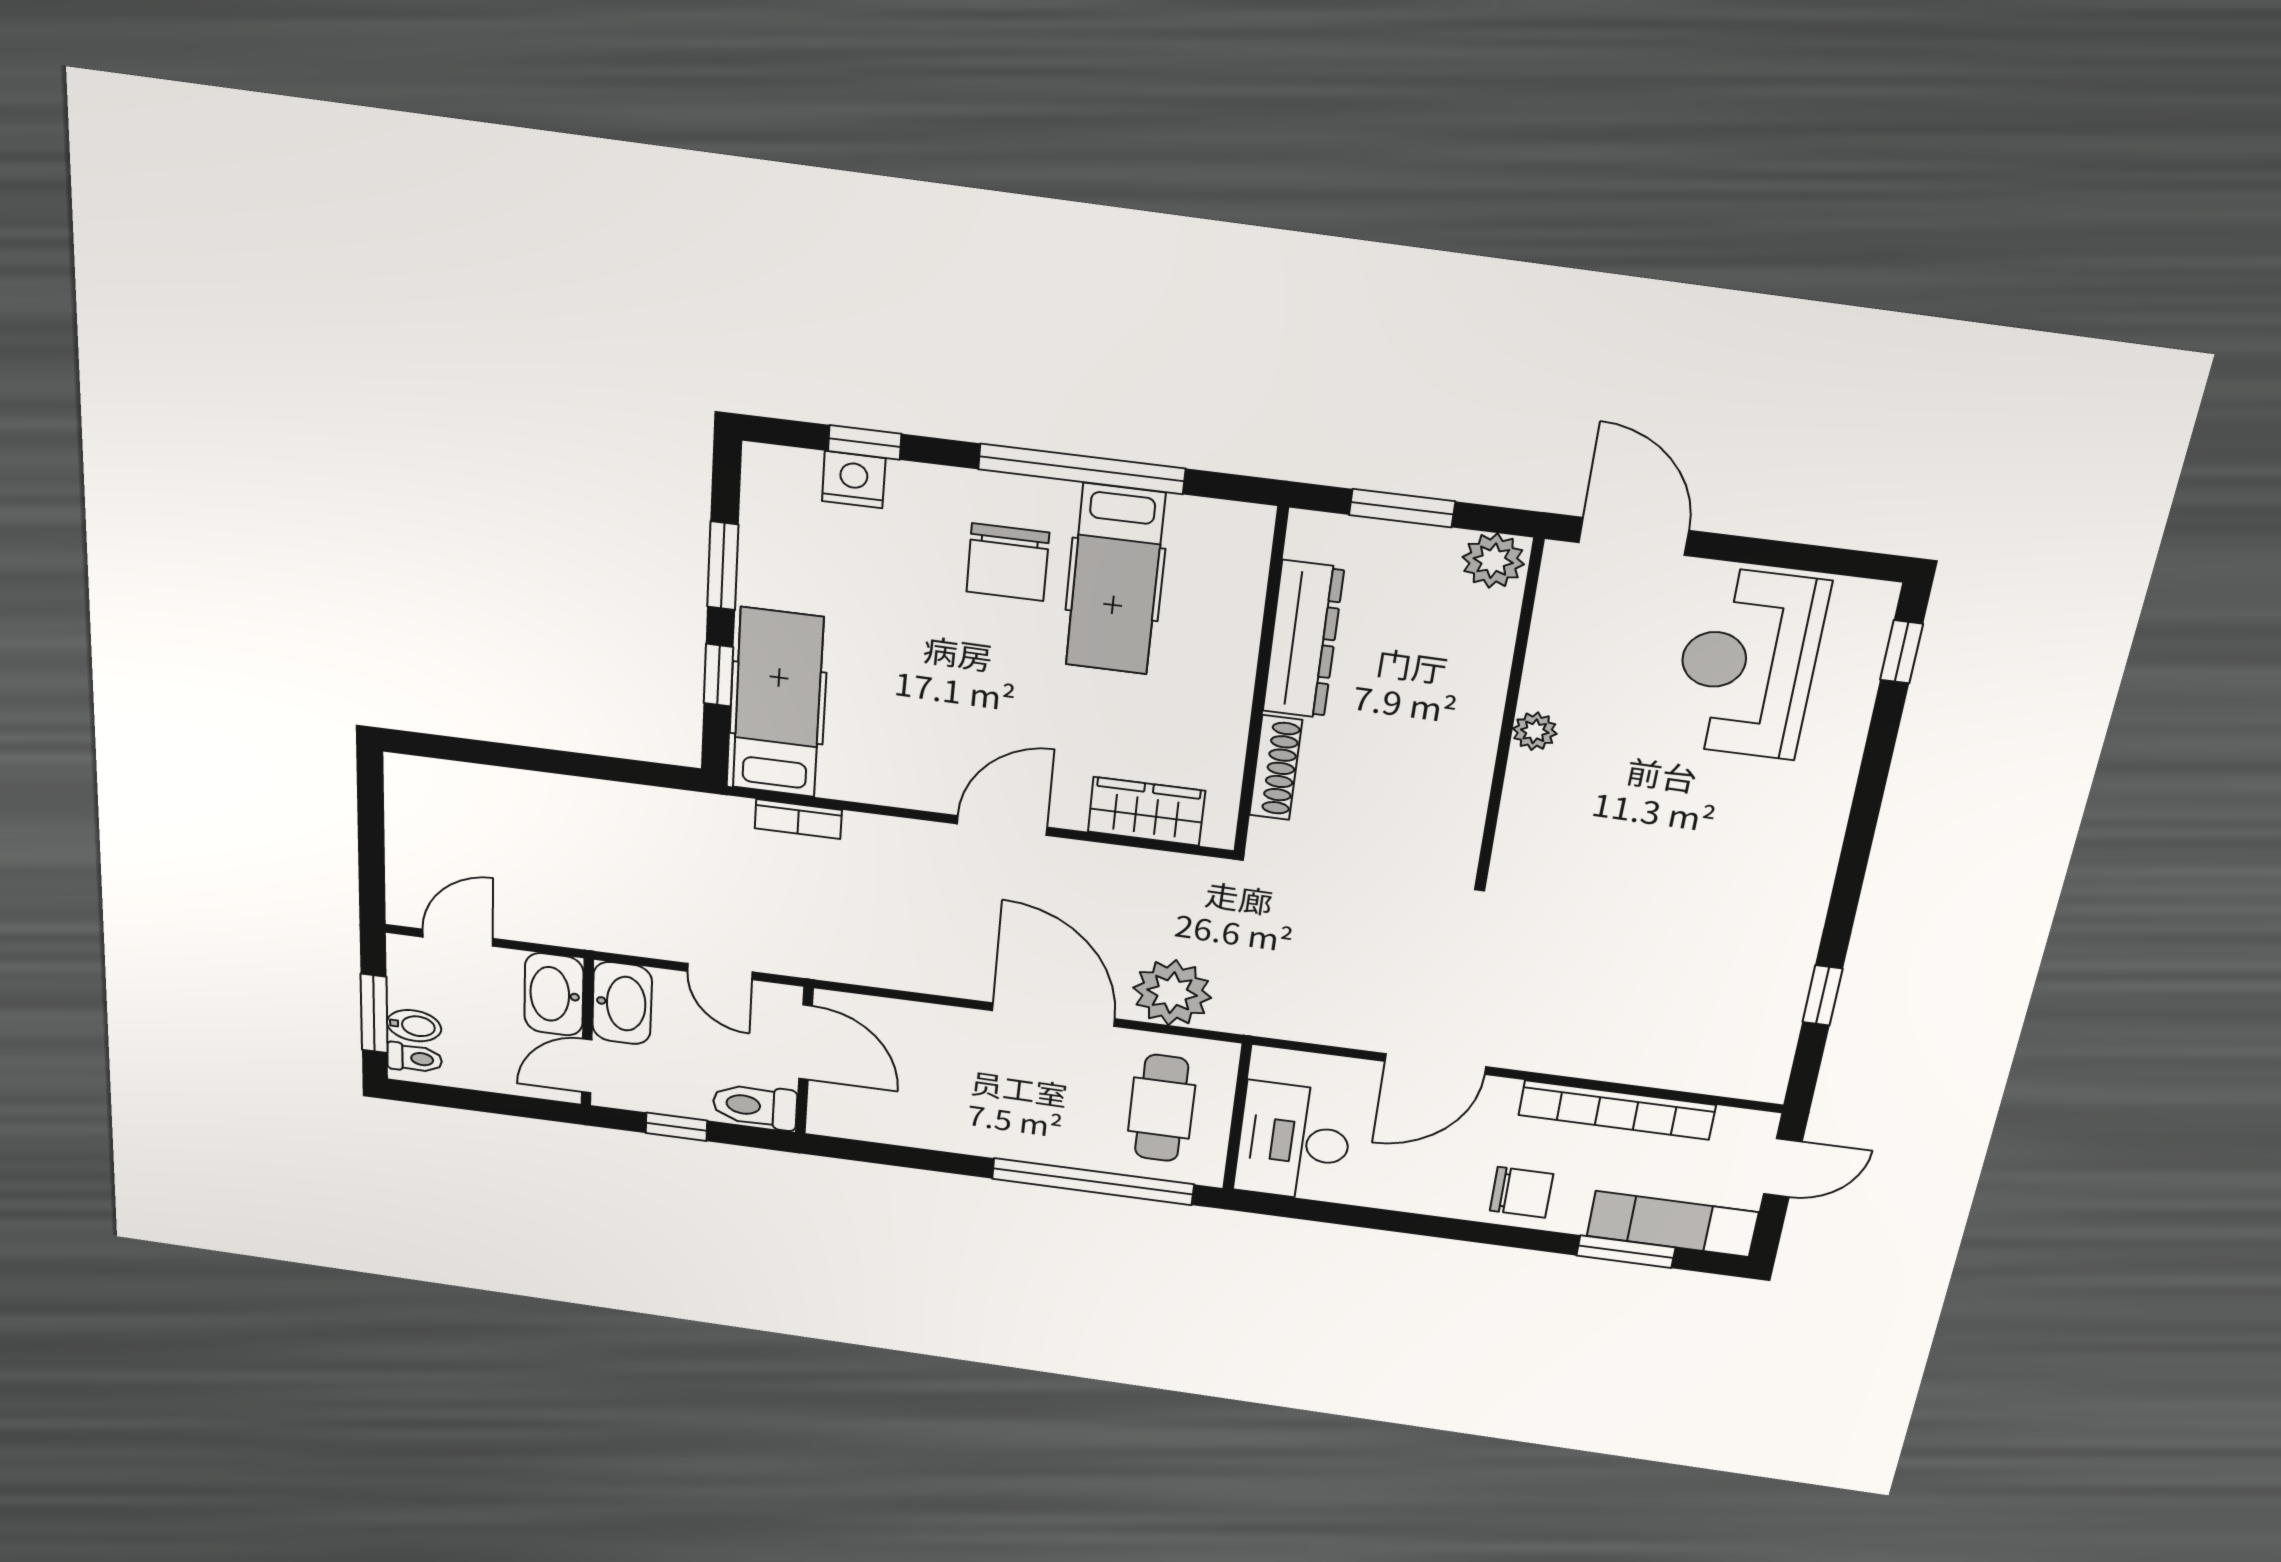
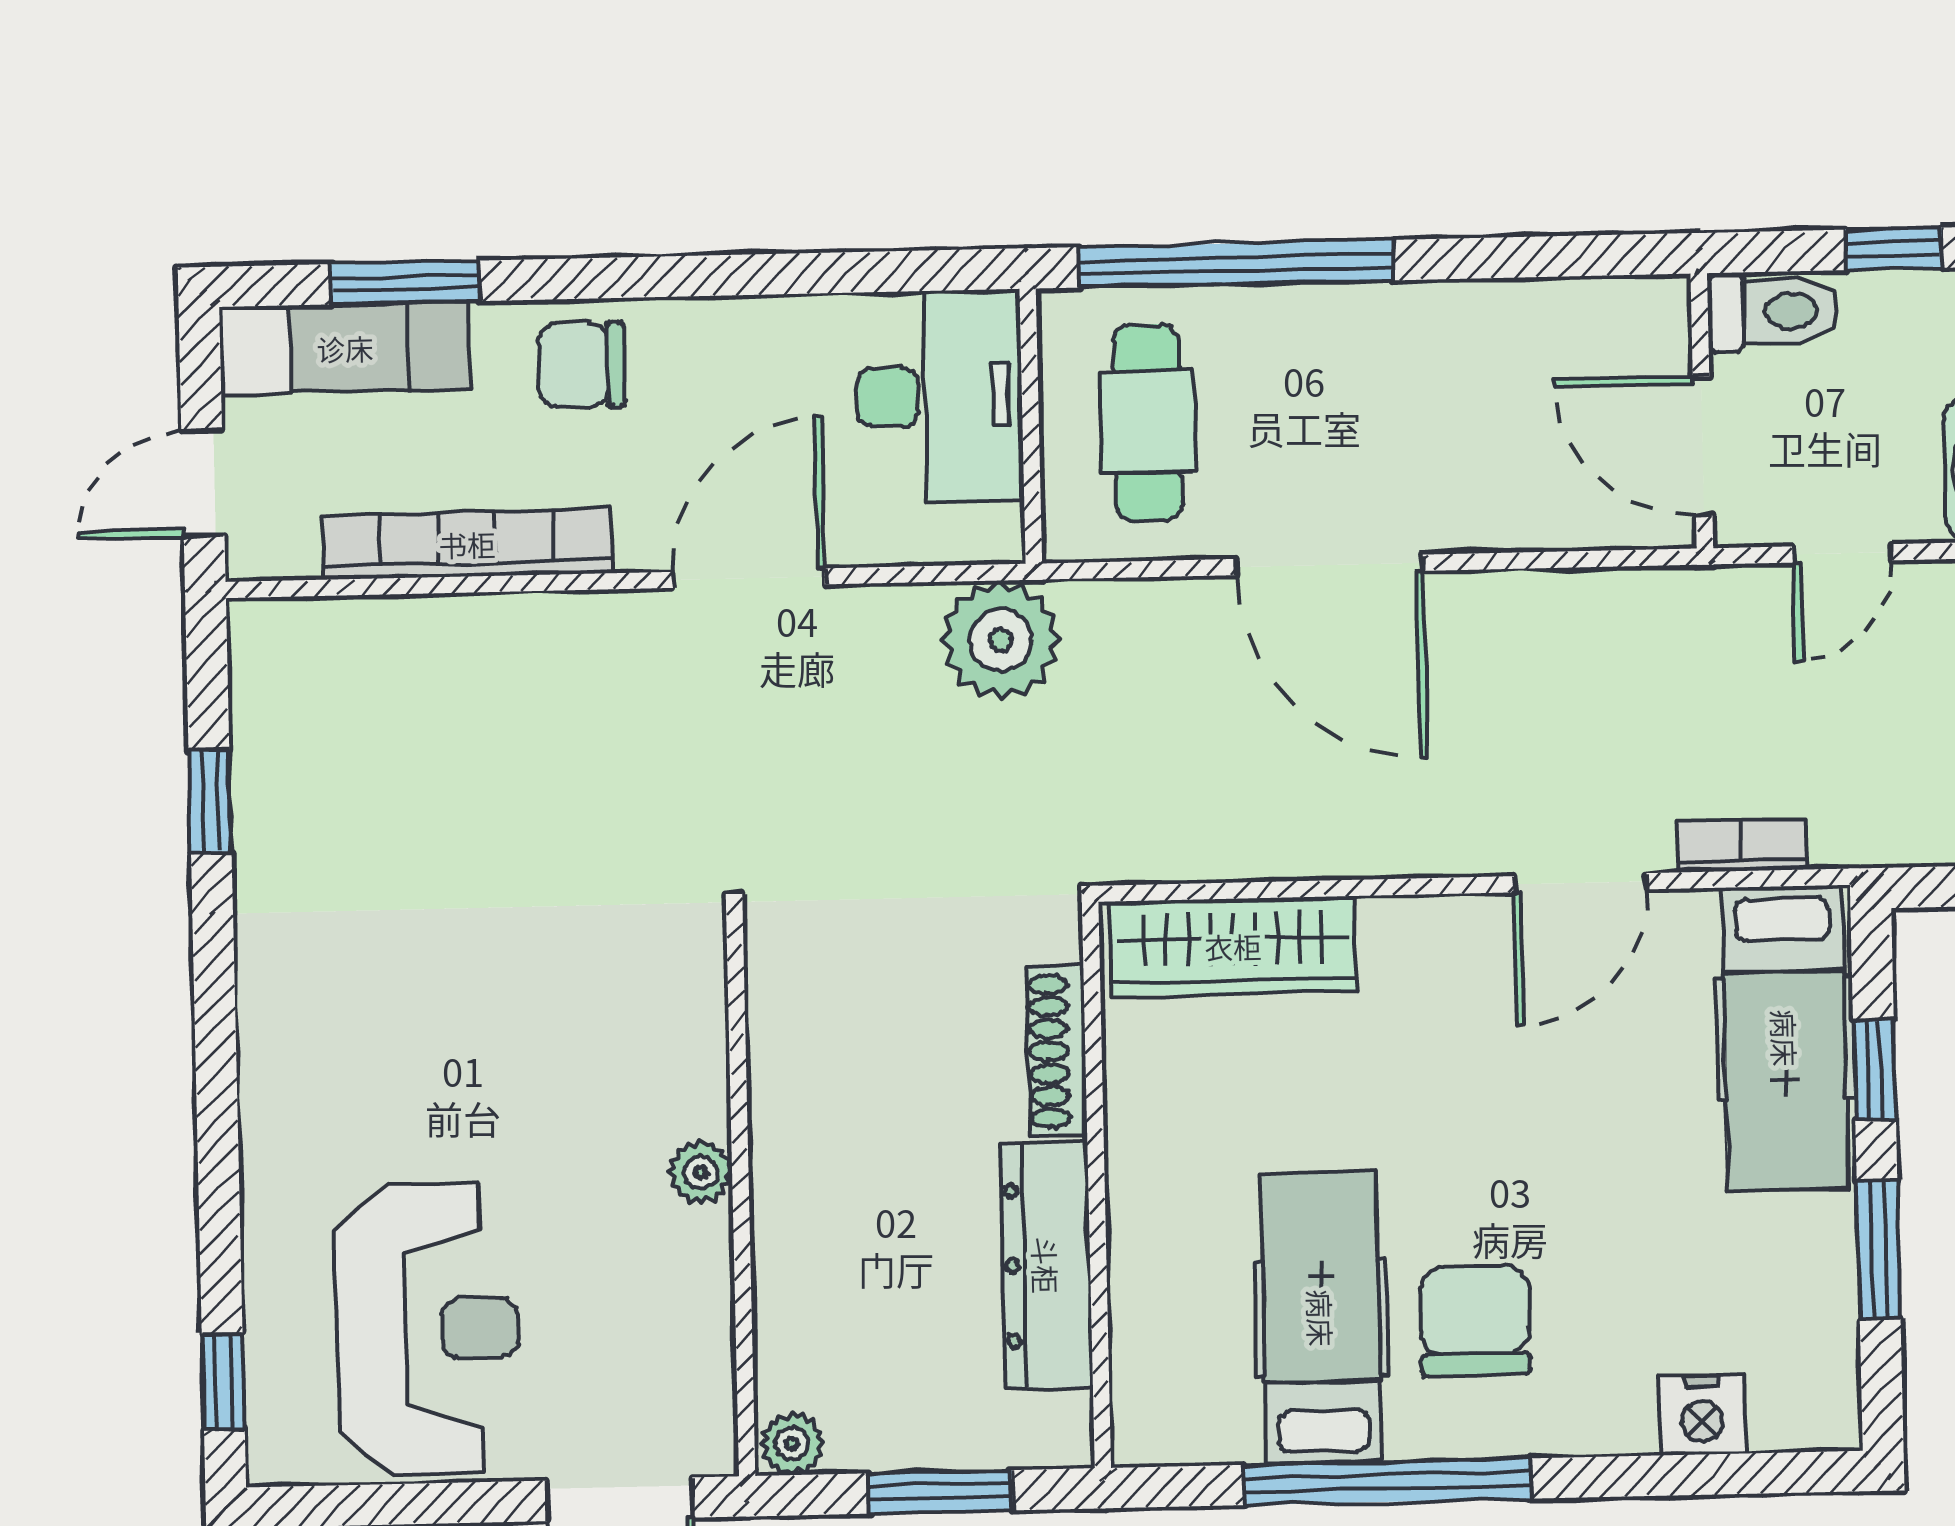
window: (865, 442) -> (1691, 1475), removed
plant: (1493, 561) -> (792, 1444), width x0.73, depth x0.73
wardrobe: (1146, 811) -> (1233, 946), width x1.50
door: (1002, 826) -> (1580, 883), moved
door: (720, 972) -> (1842, 553), swing flipped
plant: (1172, 993) -> (1001, 640), moved

